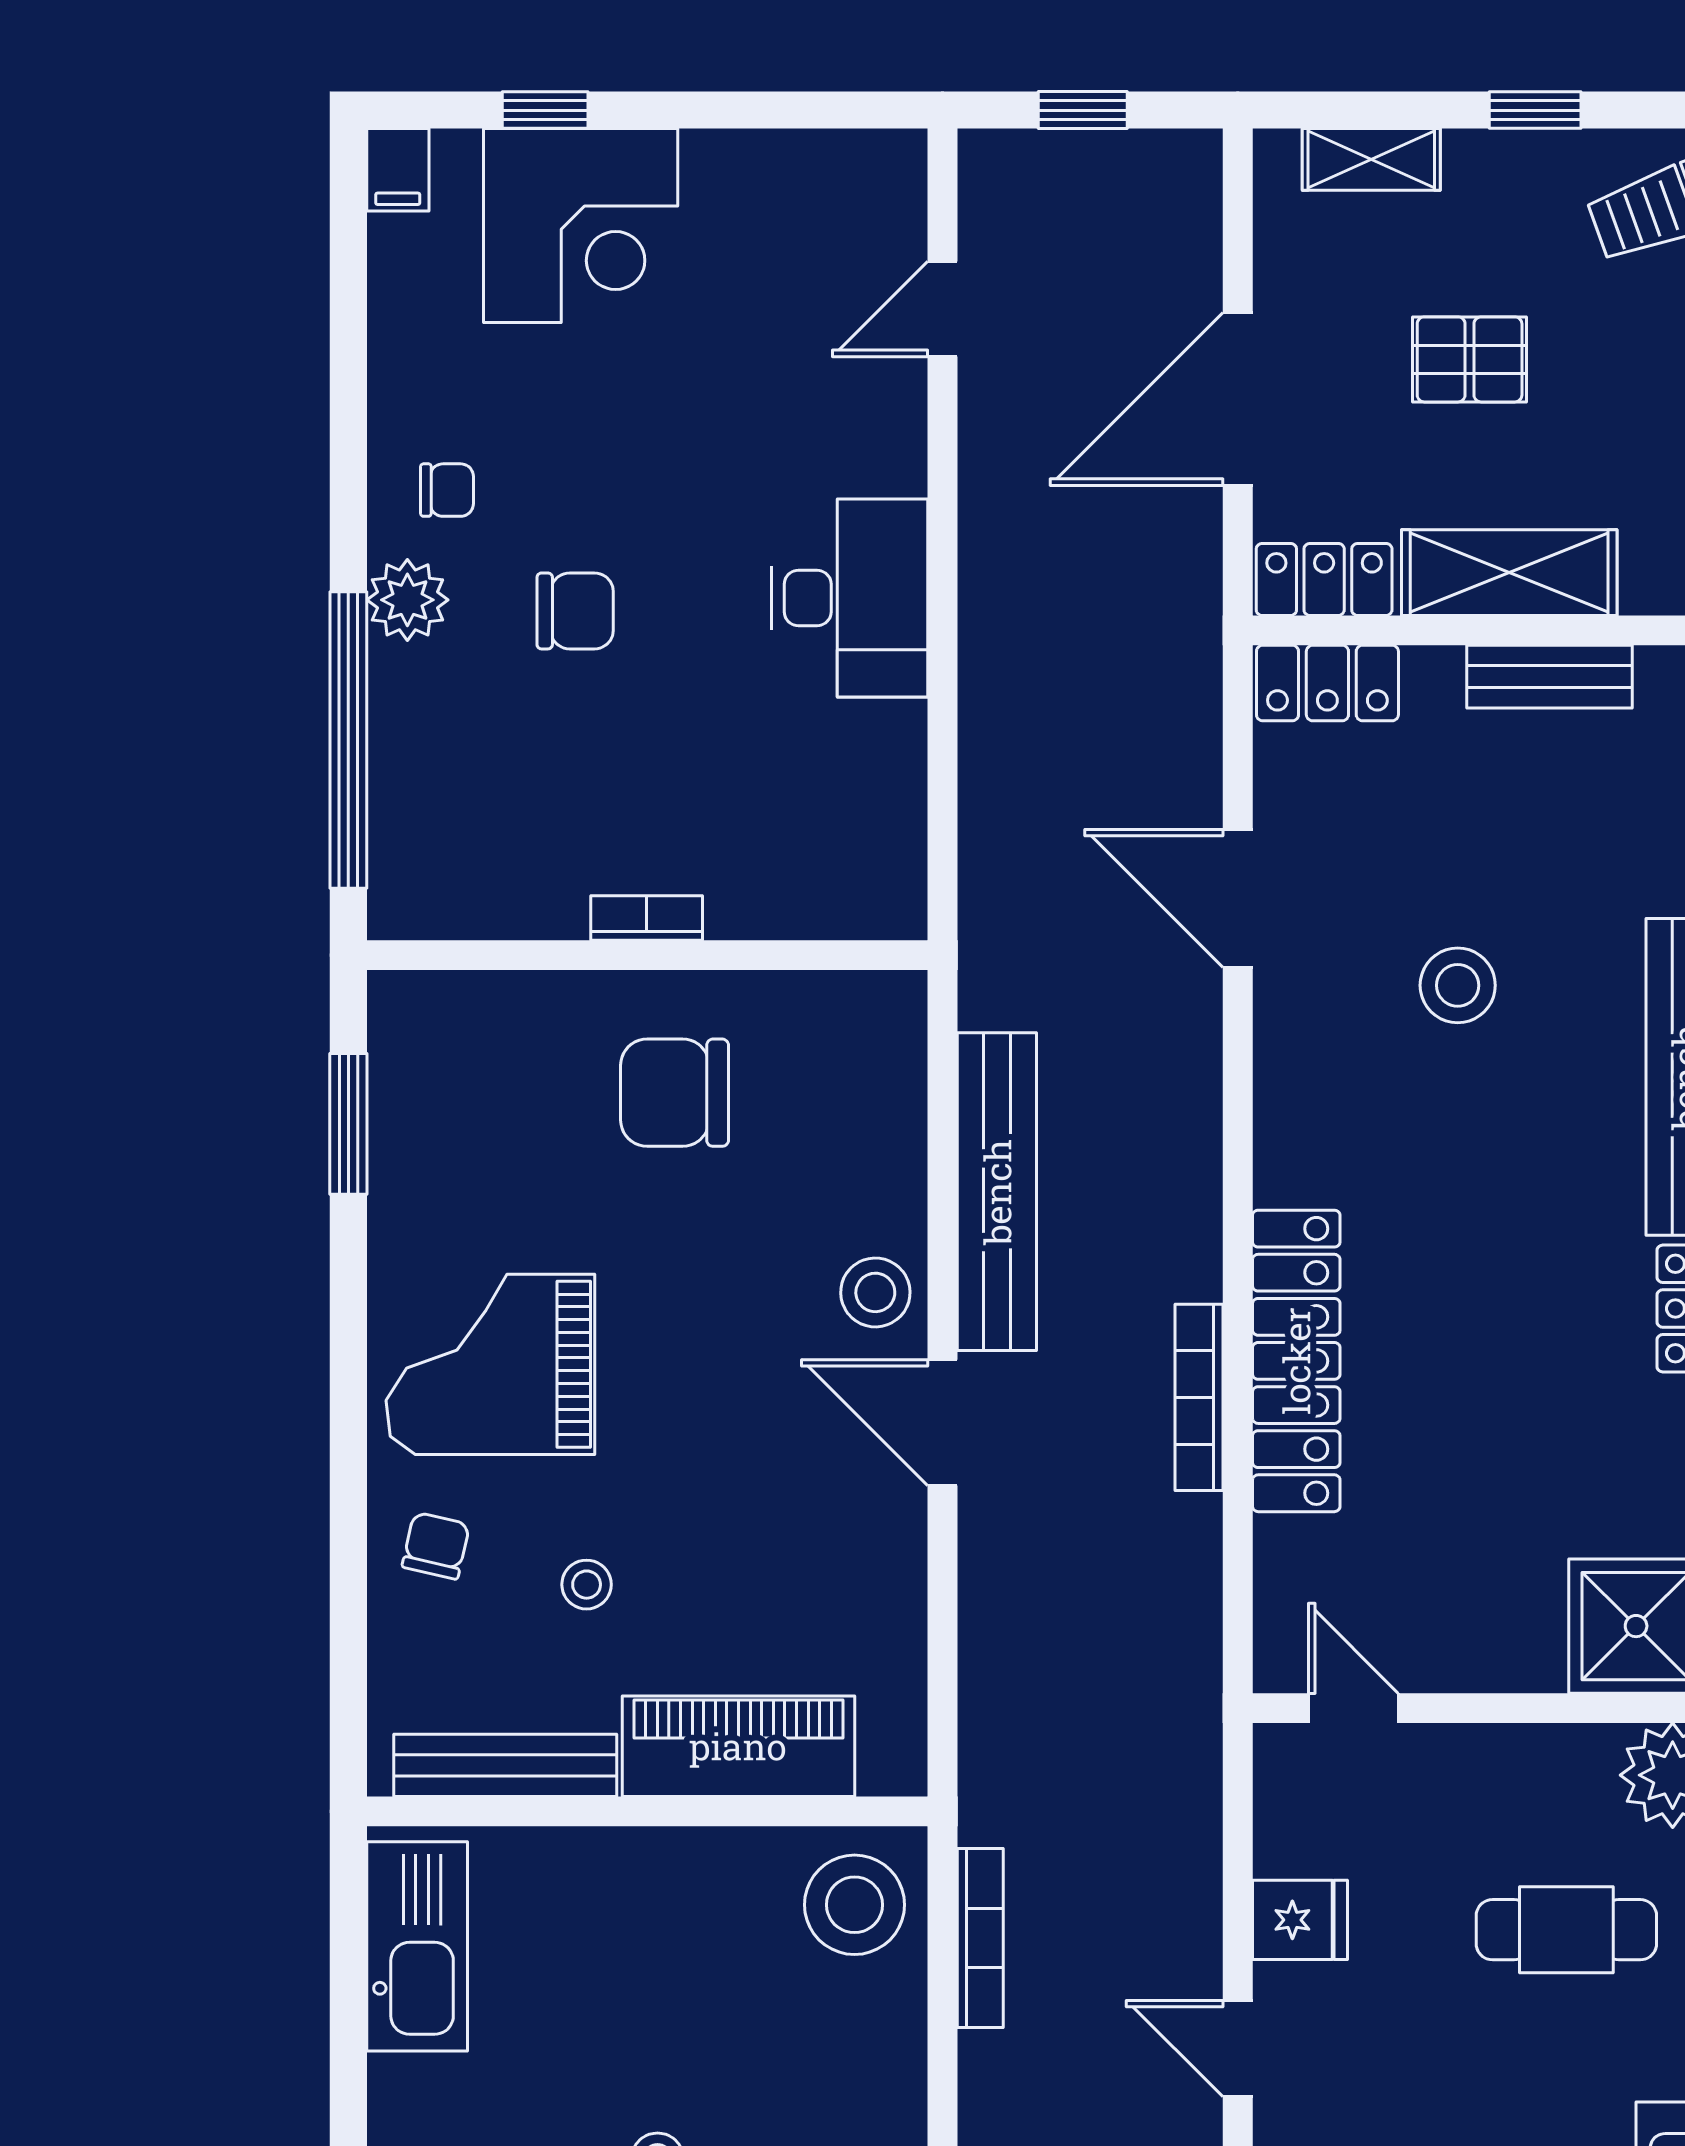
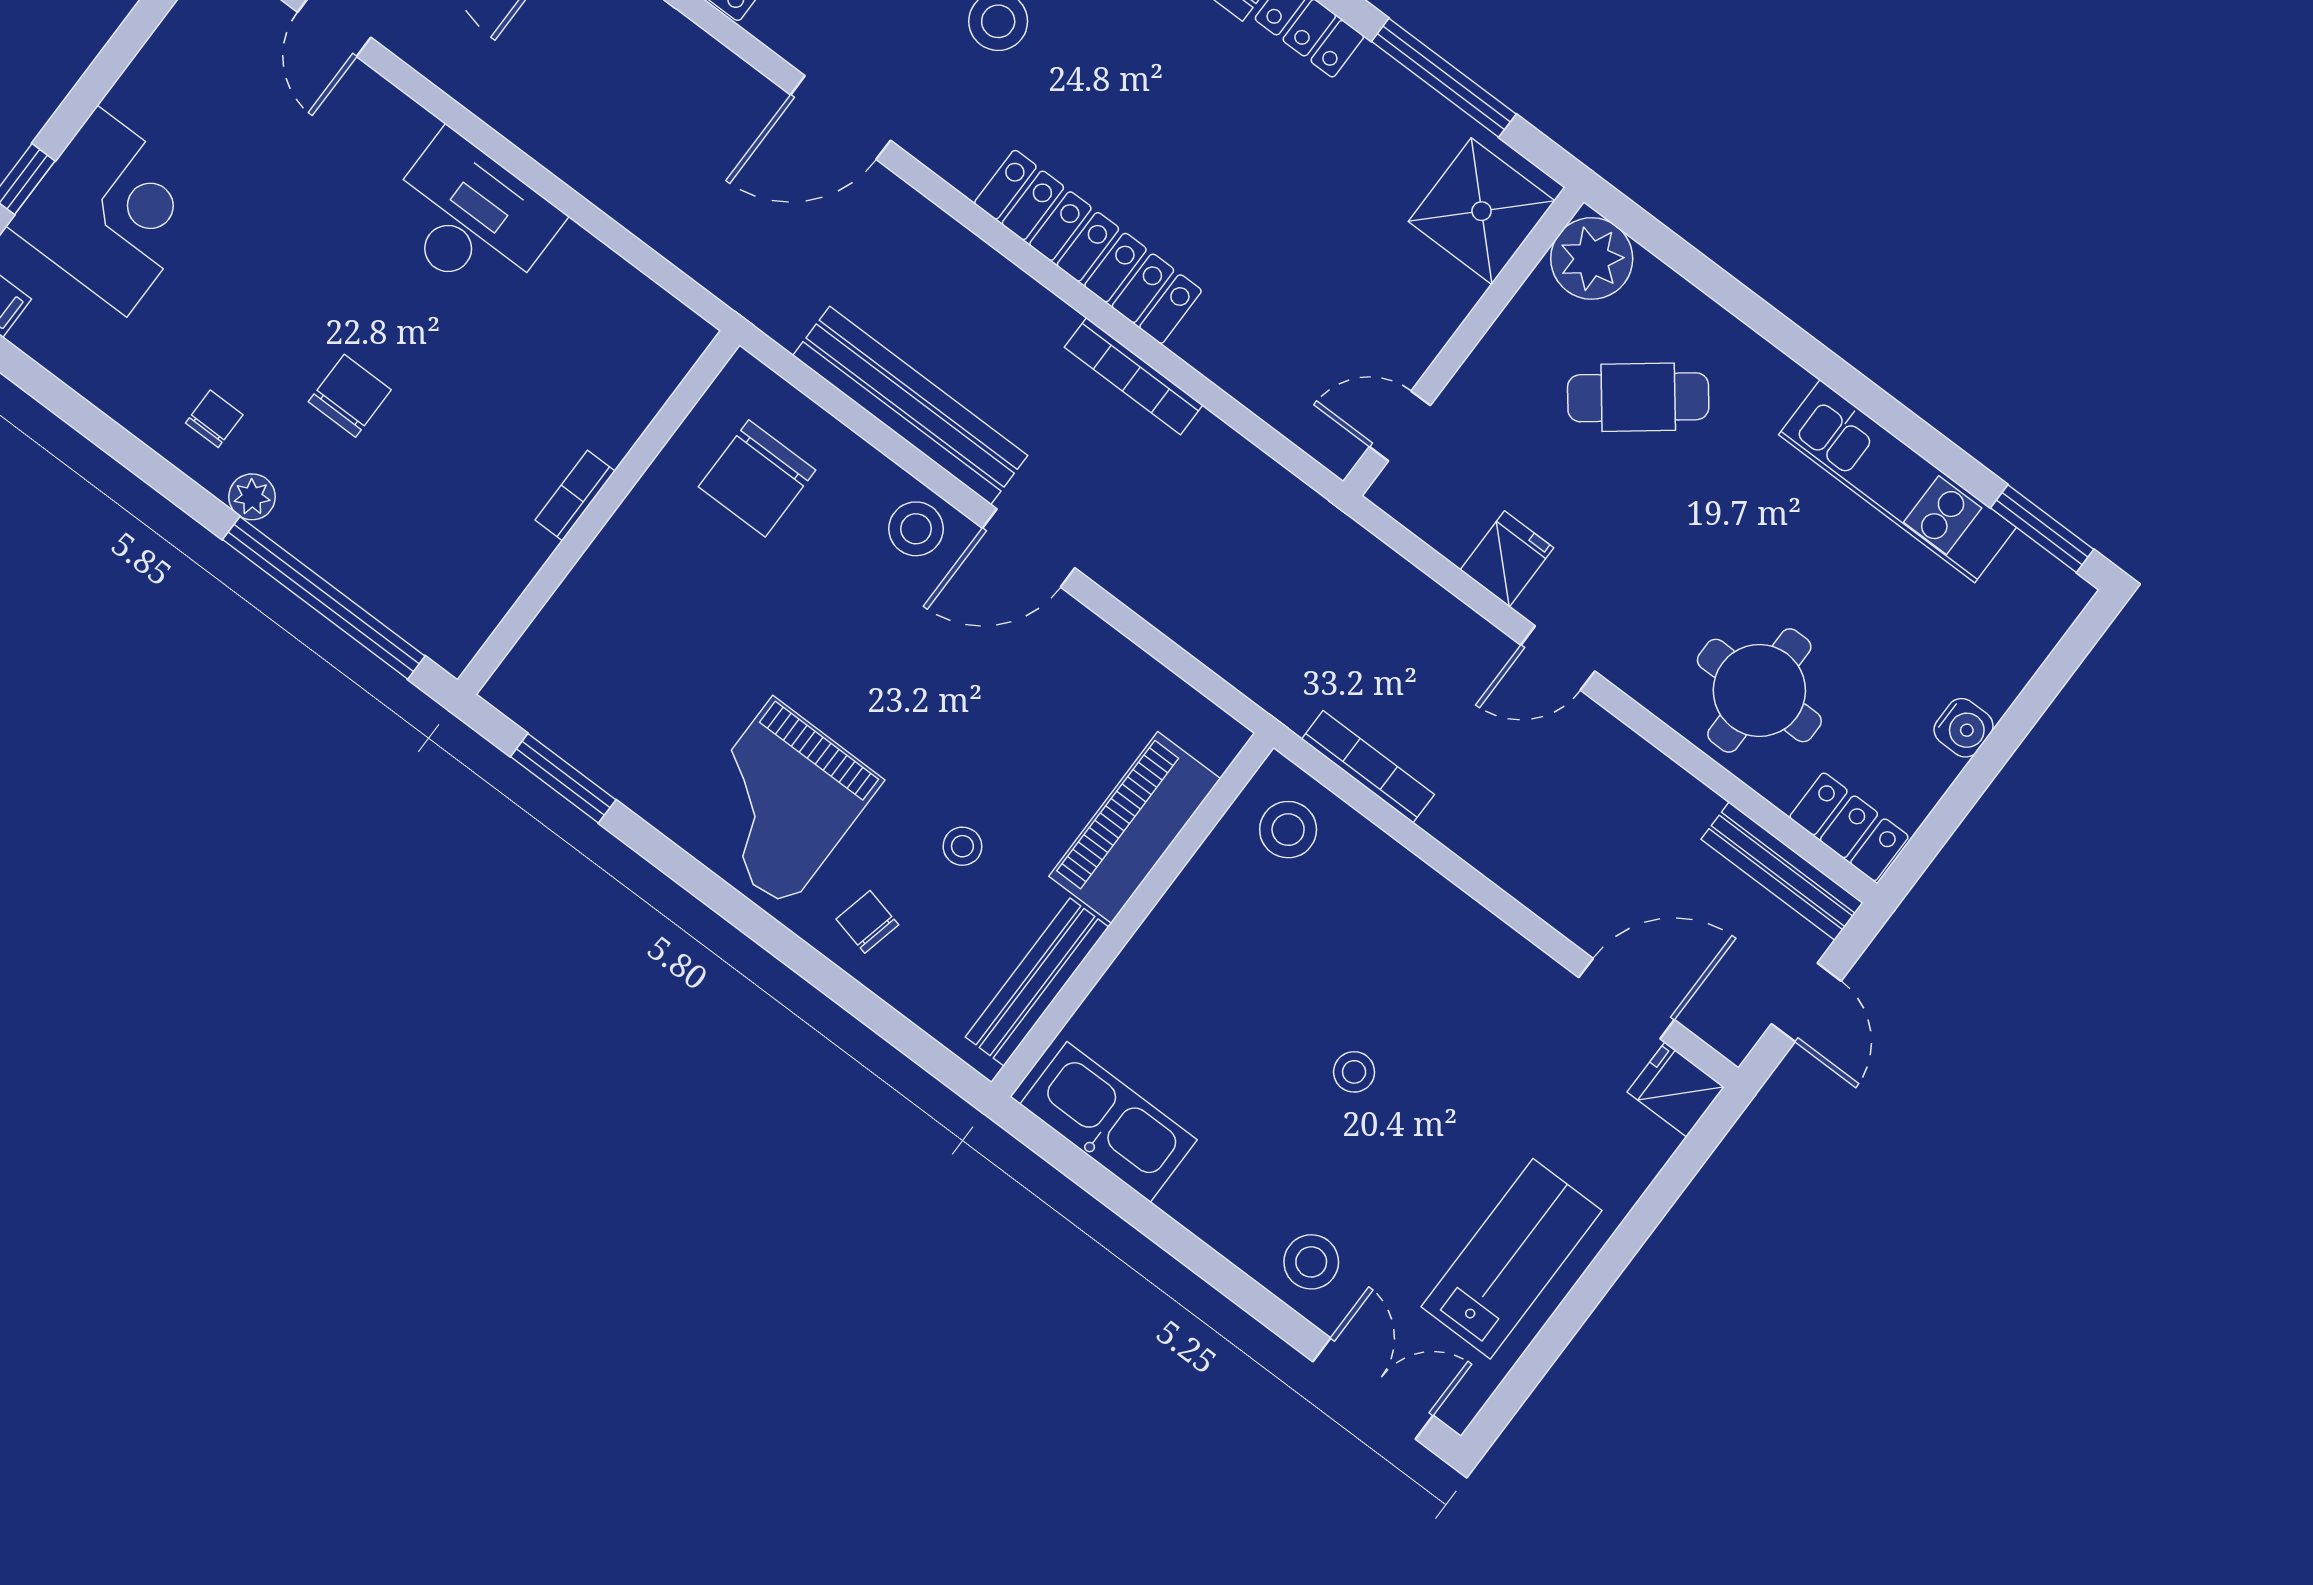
plant: (407, 600) -> (252, 497), width x0.73, depth x0.73
chair: (675, 1093) -> (757, 478), moved
locker: (1296, 1361) -> (1088, 247), moved
stool: (854, 1905) -> (1288, 830), width x0.73, depth x0.73
cafe table: (1566, 1930) -> (1638, 397), turned 52

